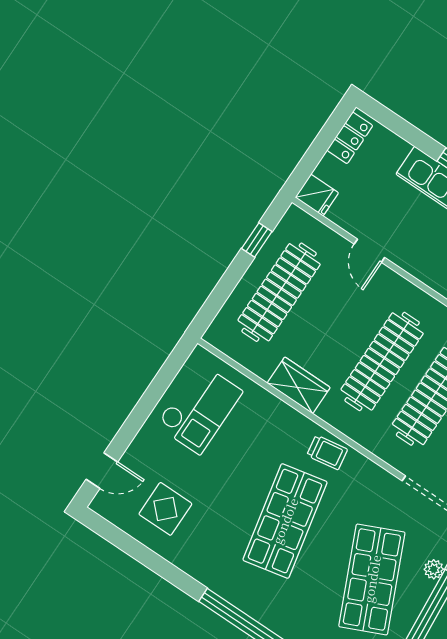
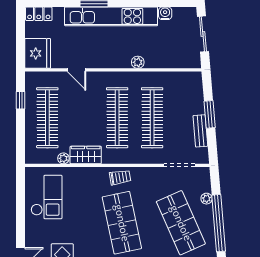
locker: (350, 138) -> (39, 14), moved, turned 90
fridge: (317, 195) -> (38, 53), width x1.88, depth x1.34
plant: (263, 368) -> (63, 158), added

